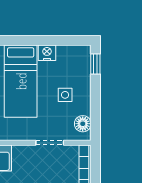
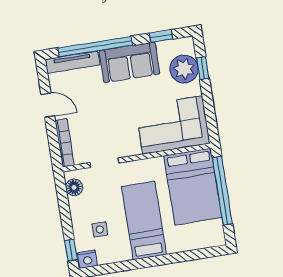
nightstand: (47, 53) -> (87, 259), moved
side table: (65, 95) -> (100, 229), moved

